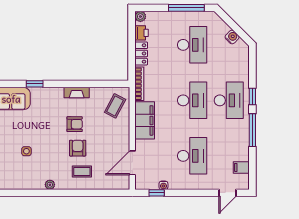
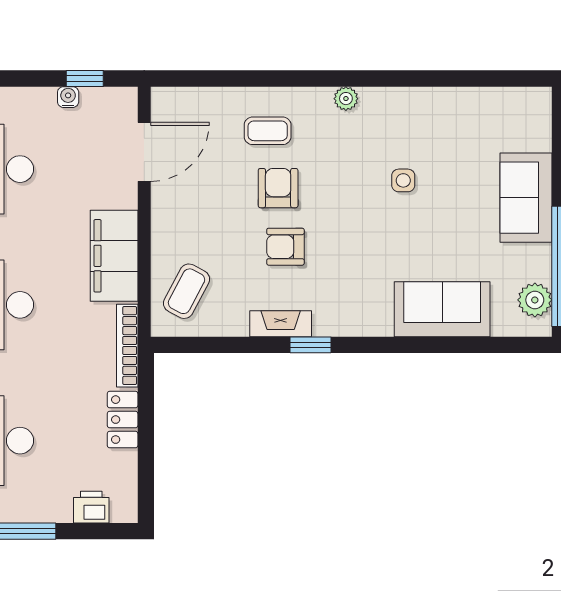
plant: (140, 16) -> (125, 510), removed
printer: (142, 33) -> (91, 507), moved, turned 90
window: (35, 84) -> (310, 345), moved
armchair: (78, 148) -> (278, 188), turned 180

